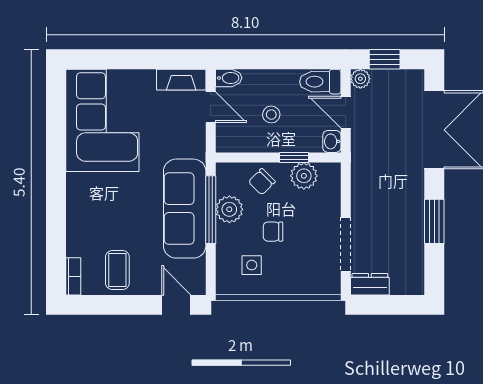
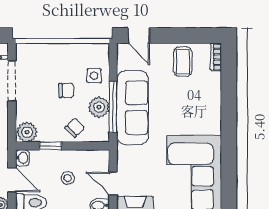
plant: (304, 176) -> (27, 132), moved
side table: (252, 265) -> (94, 76), moved

